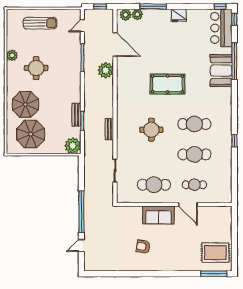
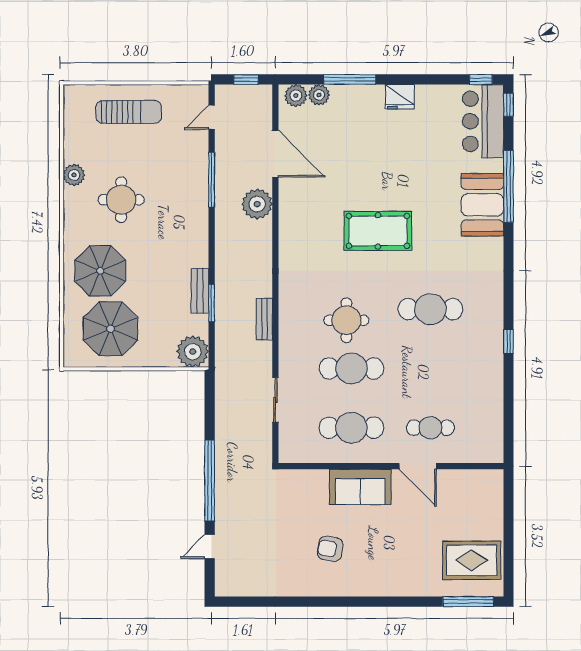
cafe table: (194, 154) -> (351, 368), moved

